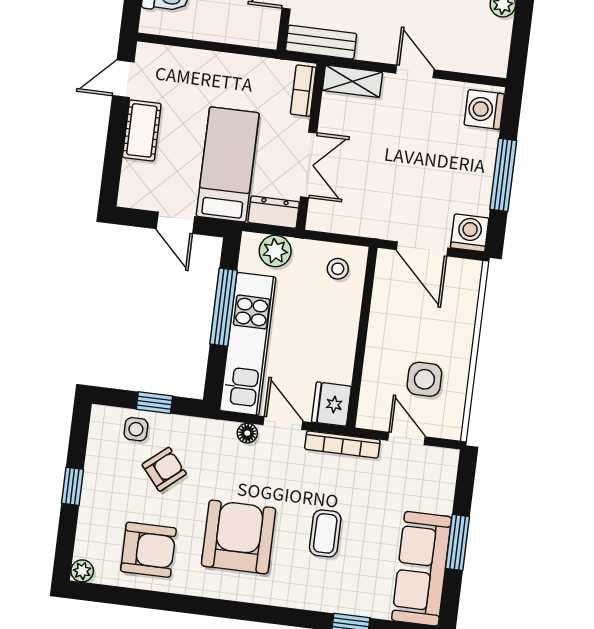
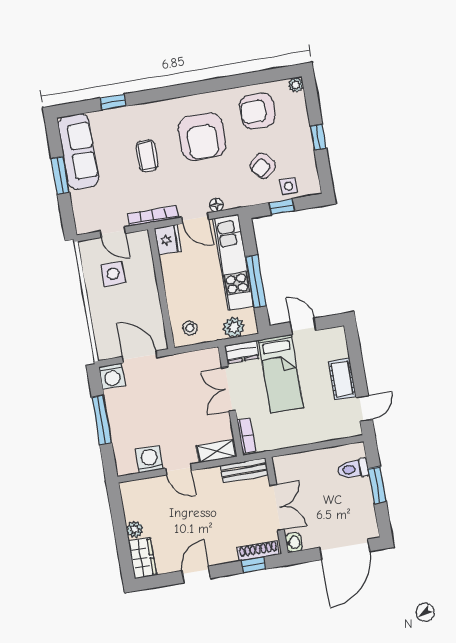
washing machine: (484, 109) -> (149, 459), moved, turned -90

